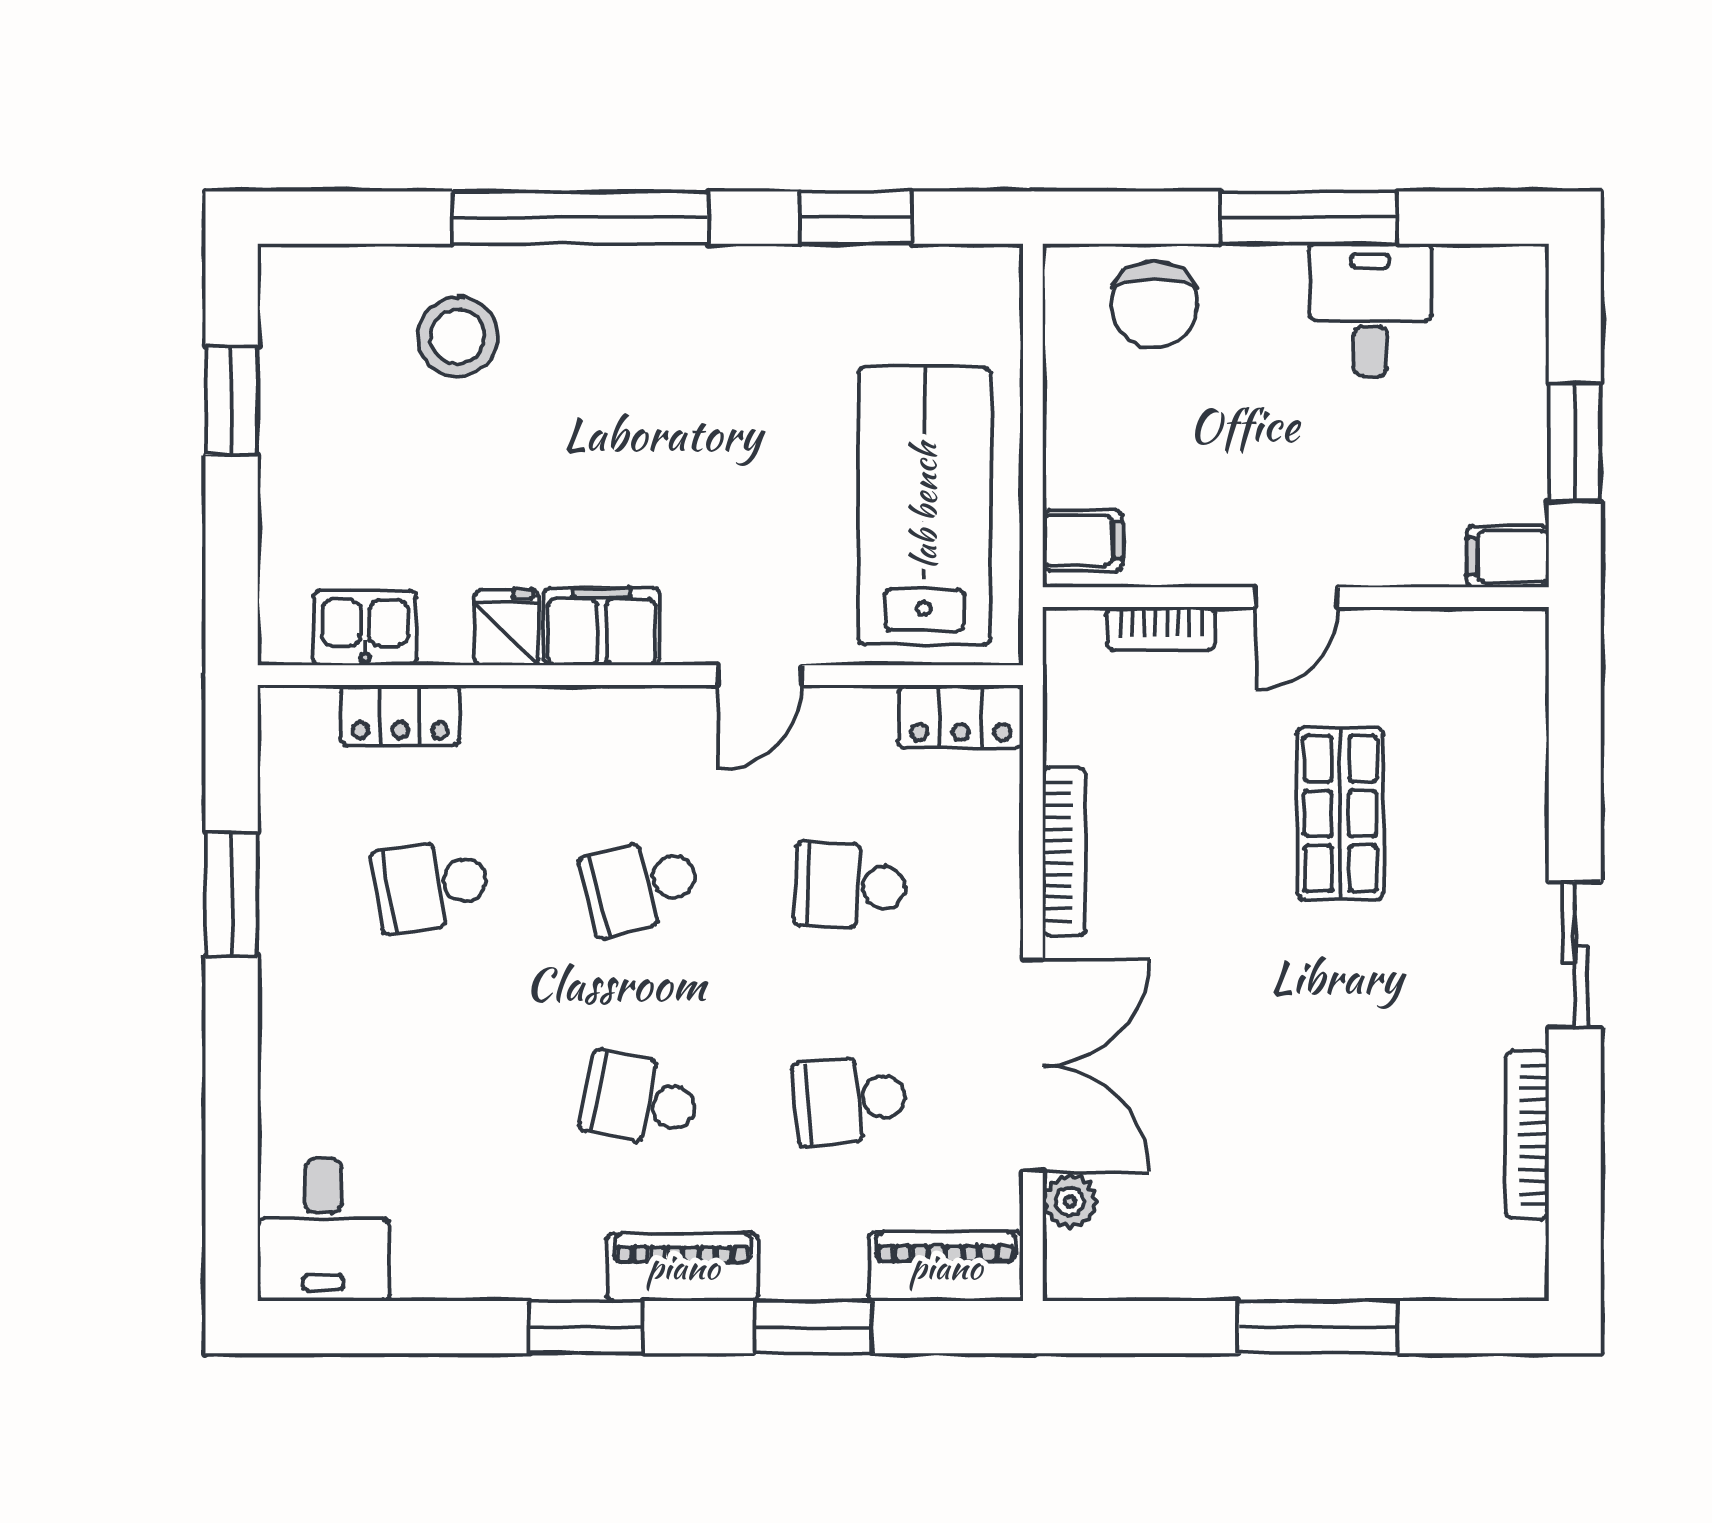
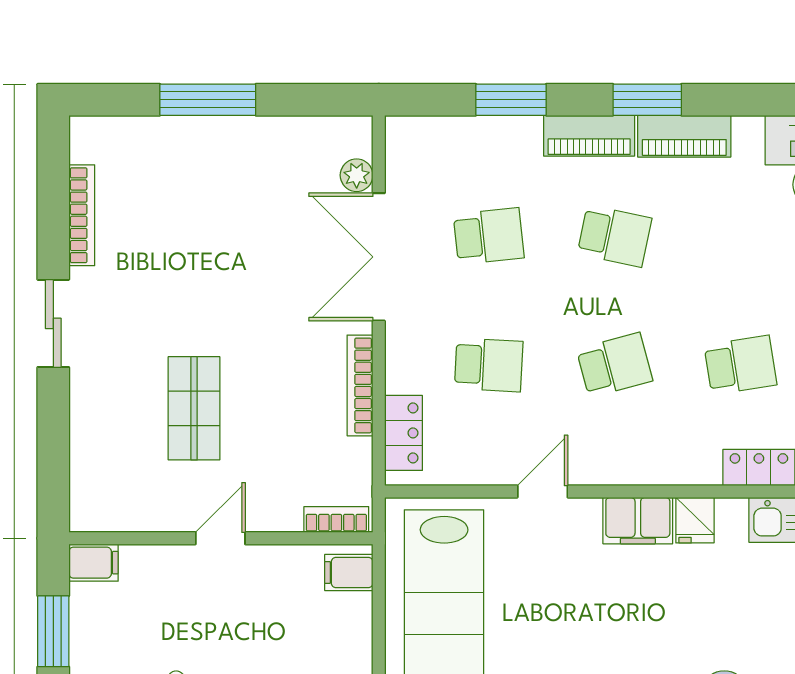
bookcase: (1161, 628) -> (336, 519), moved
locker: (961, 716) -> (404, 433), moved, turned 90
piano: (946, 1267) -> (684, 136), moved

